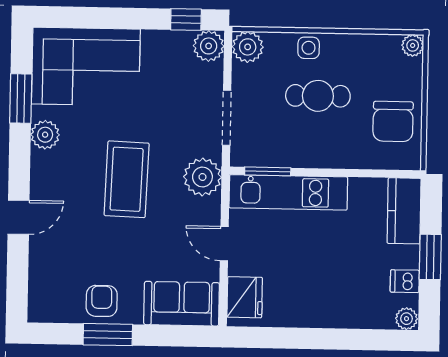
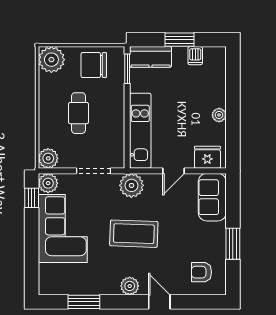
plant: (413, 45) -> (51, 60), width x1.88, depth x1.88
side table: (309, 48) -> (48, 120), removed
corner sofa: (86, 67) -> (63, 228), moved
chair: (393, 121) -> (94, 65), turned 180
plant: (45, 135) -> (130, 286), moved
window: (268, 171) -> (127, 69), moved
armchair: (102, 301) -> (201, 272), moved
plant: (407, 319) -> (219, 115), moved

